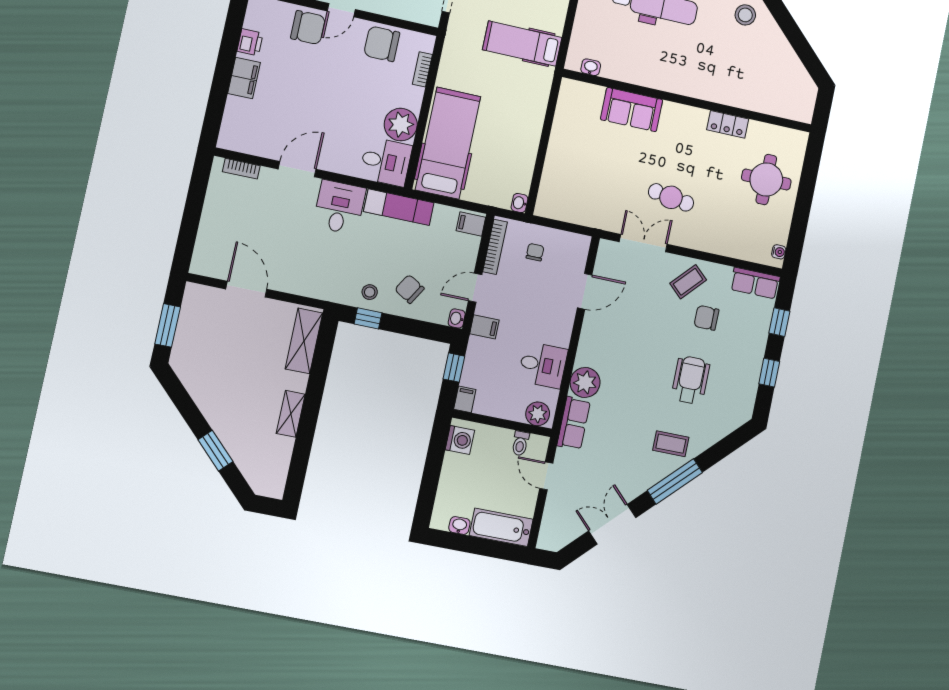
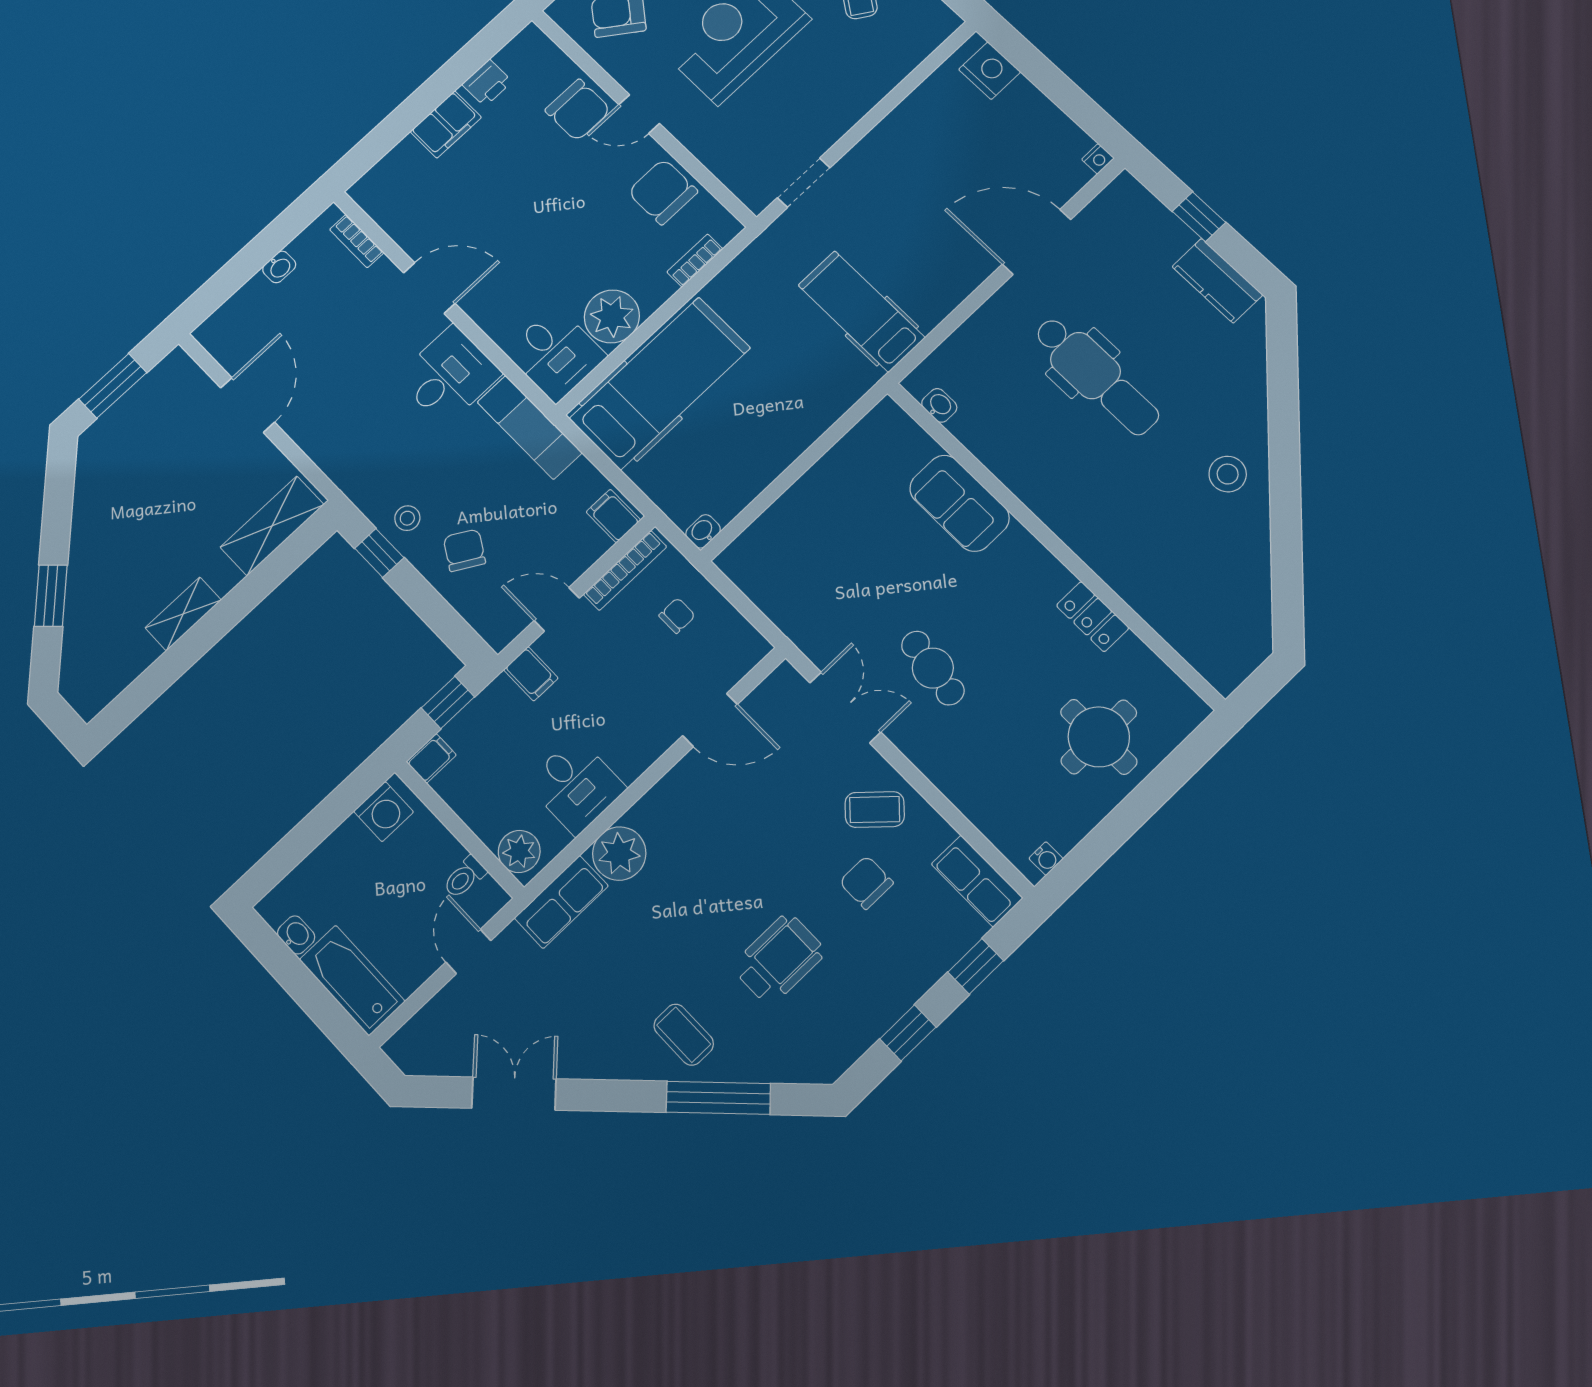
washbasin: (457, 318) -> (279, 267), moved, turned 180
window: (675, 481) -> (718, 1098), moved

